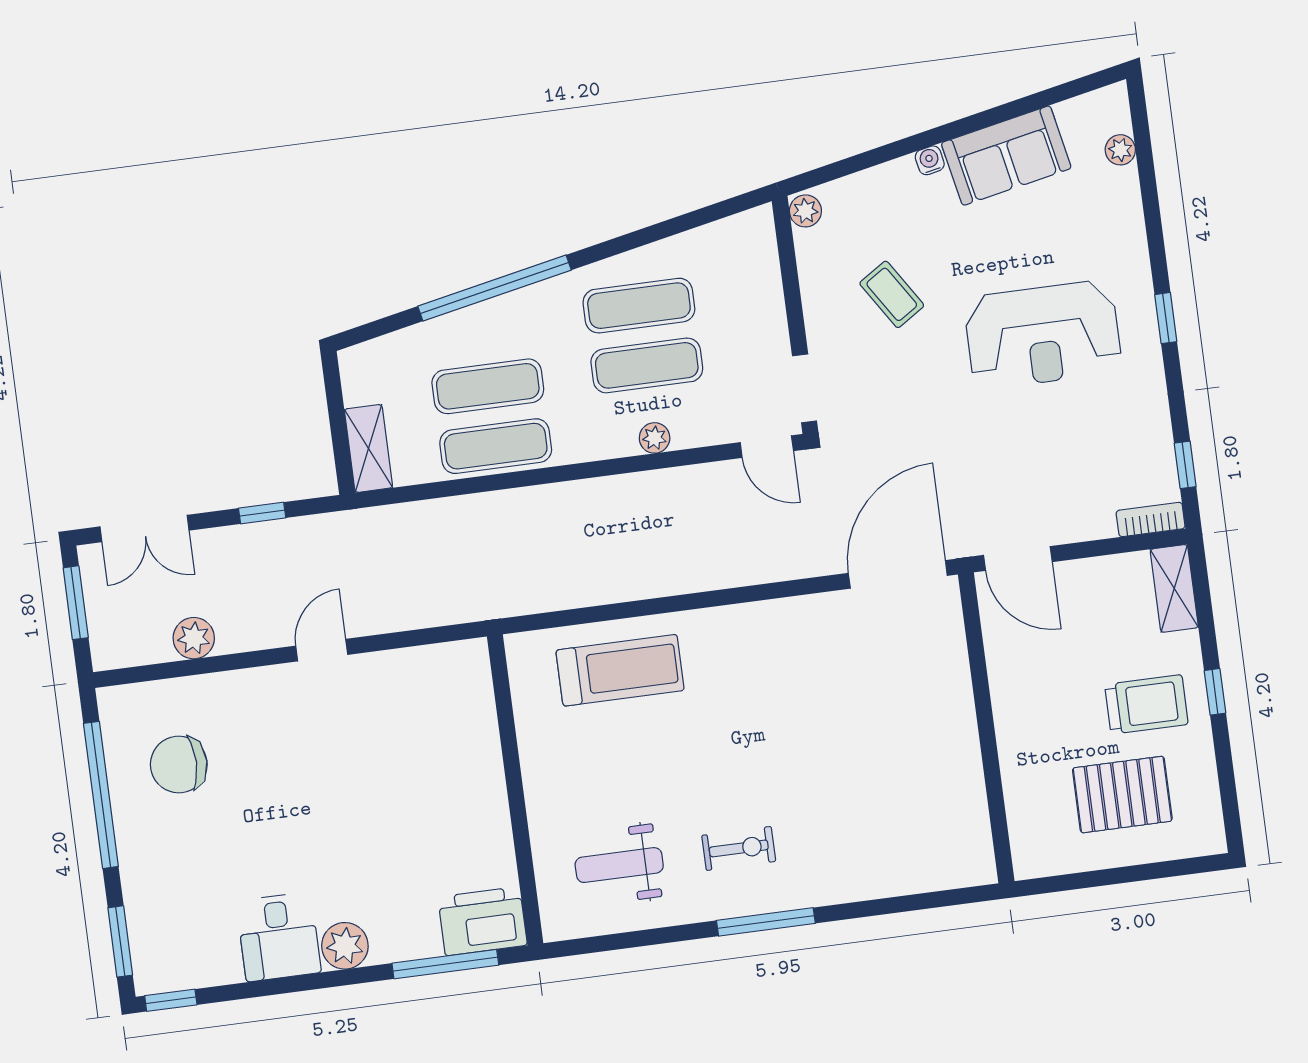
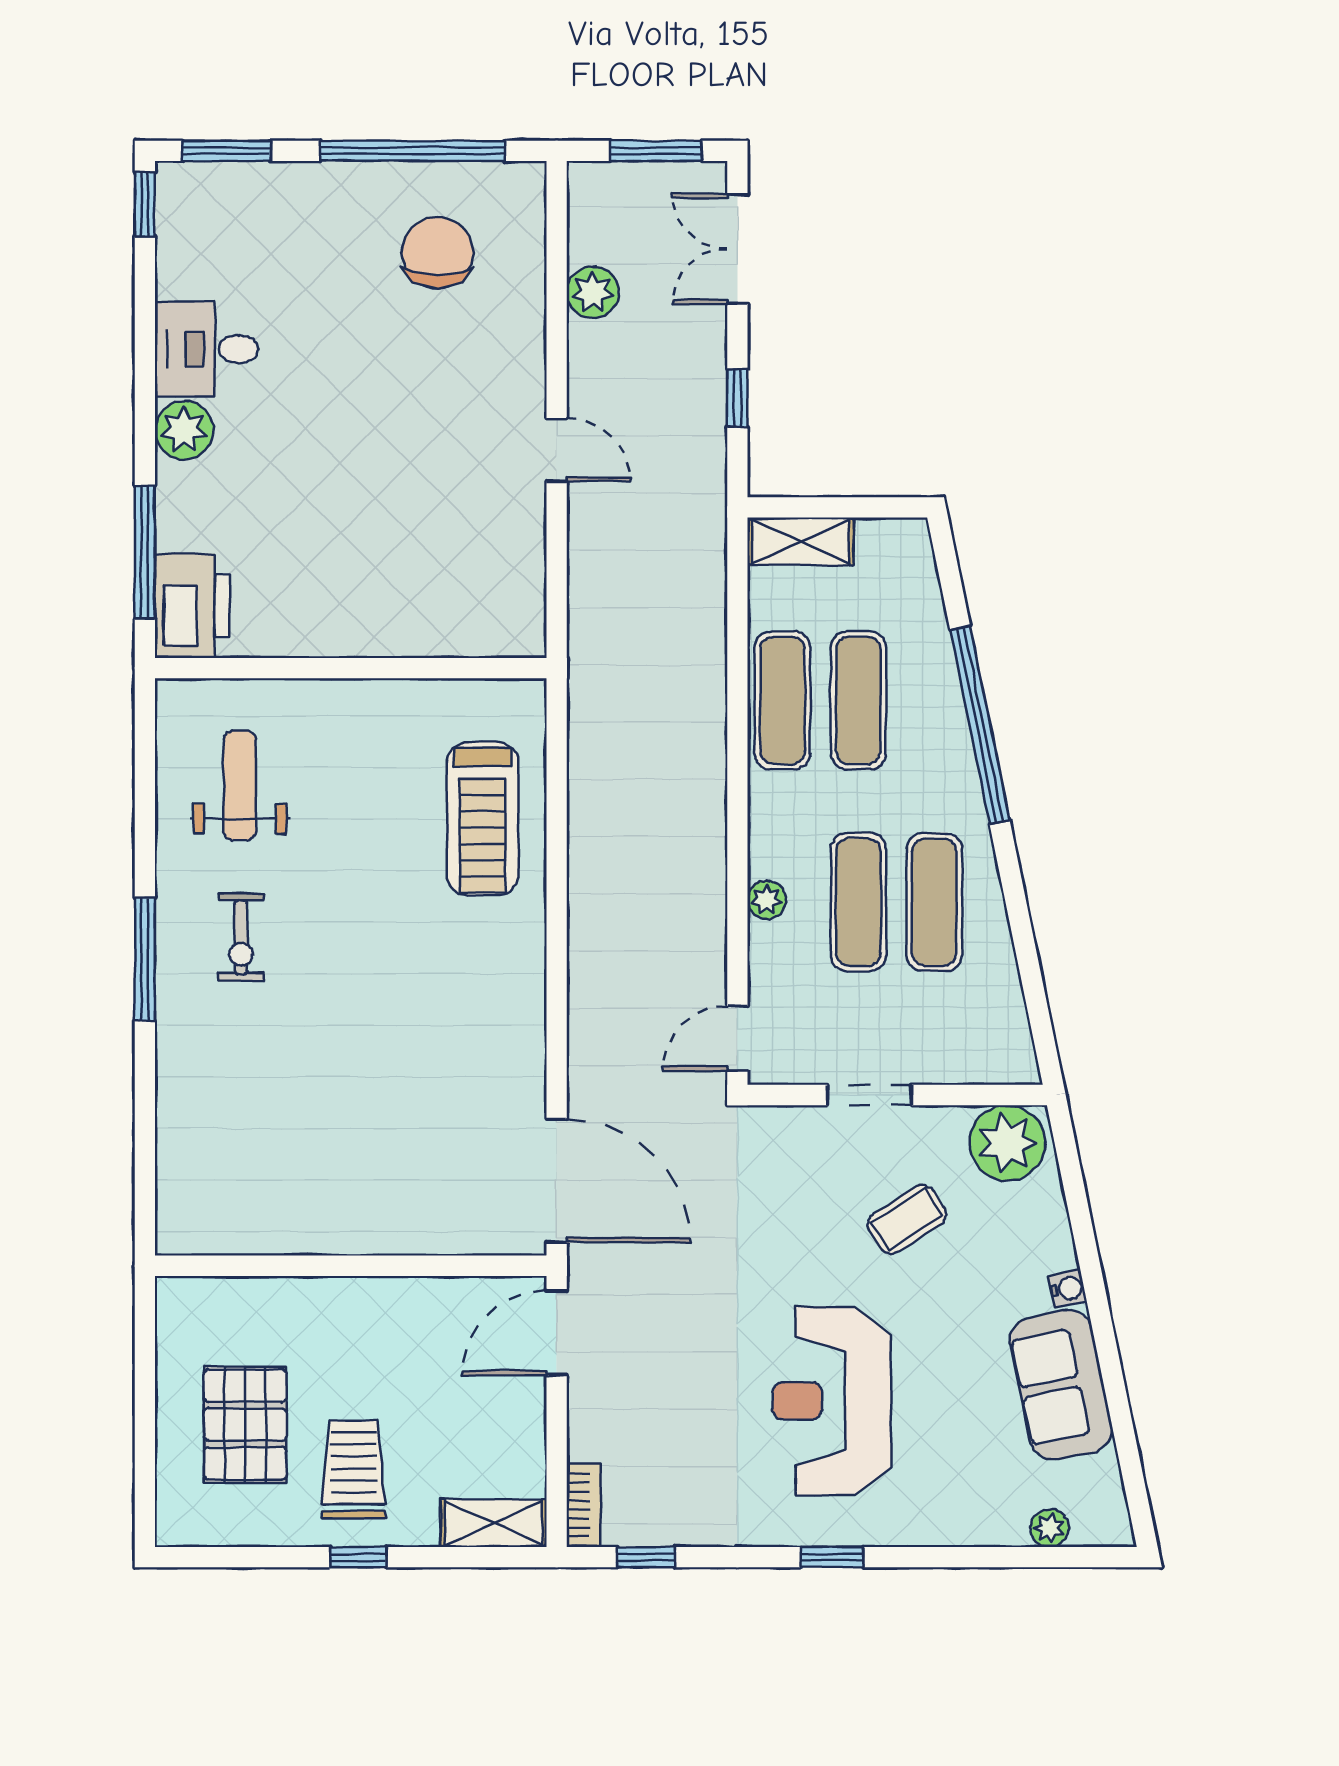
plant: (805, 211) -> (1007, 1143), width x1.87, depth x1.87
doorway: (805, 388) -> (869, 1095), moved
trolley: (1146, 704) -> (354, 1469), turned 180

